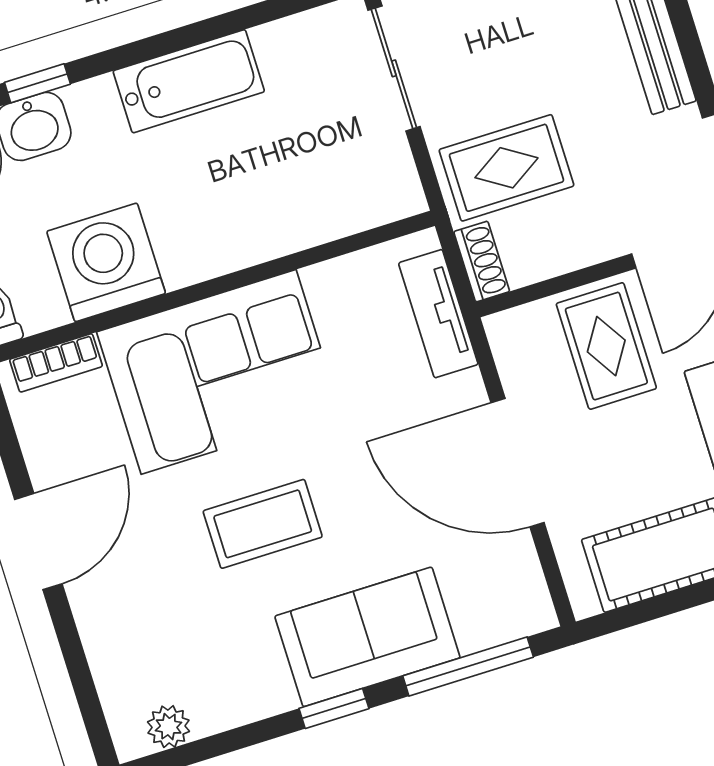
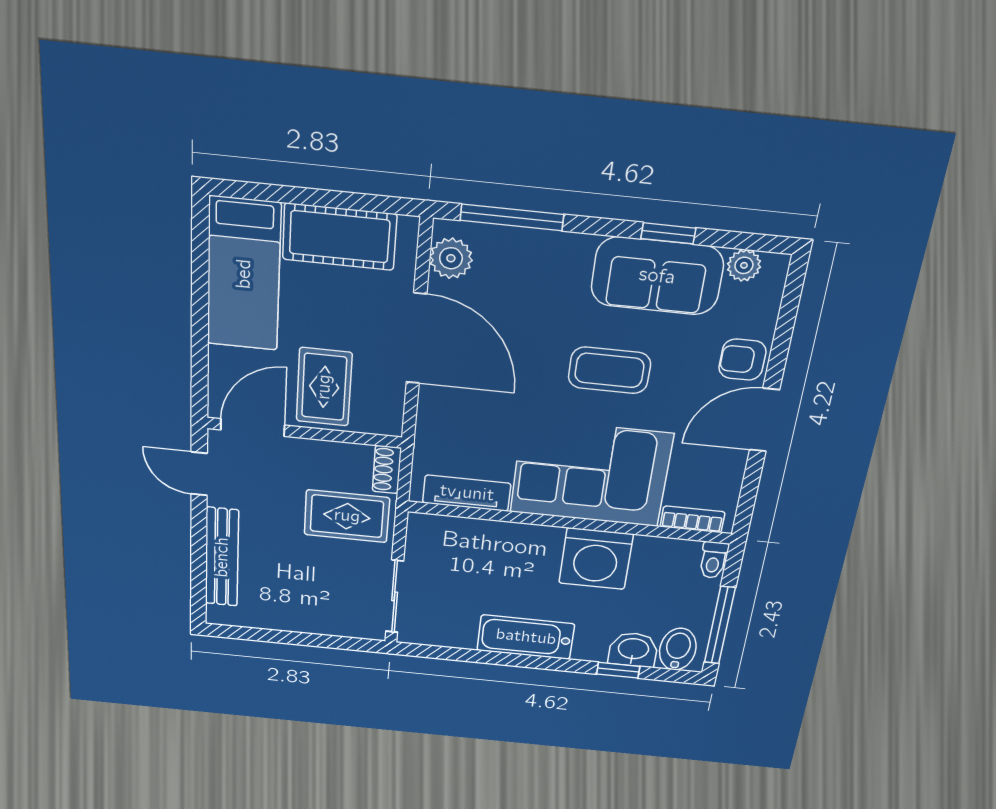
washing machine: (106, 262) -> (596, 559), moved
tv unit: (438, 314) -> (467, 493), moved, turned -90
plant: (518, 585) -> (451, 258), added
armchair: (108, 609) -> (742, 360), added
sofa: (367, 637) -> (657, 276), moved
window: (334, 708) -> (668, 233), moved

